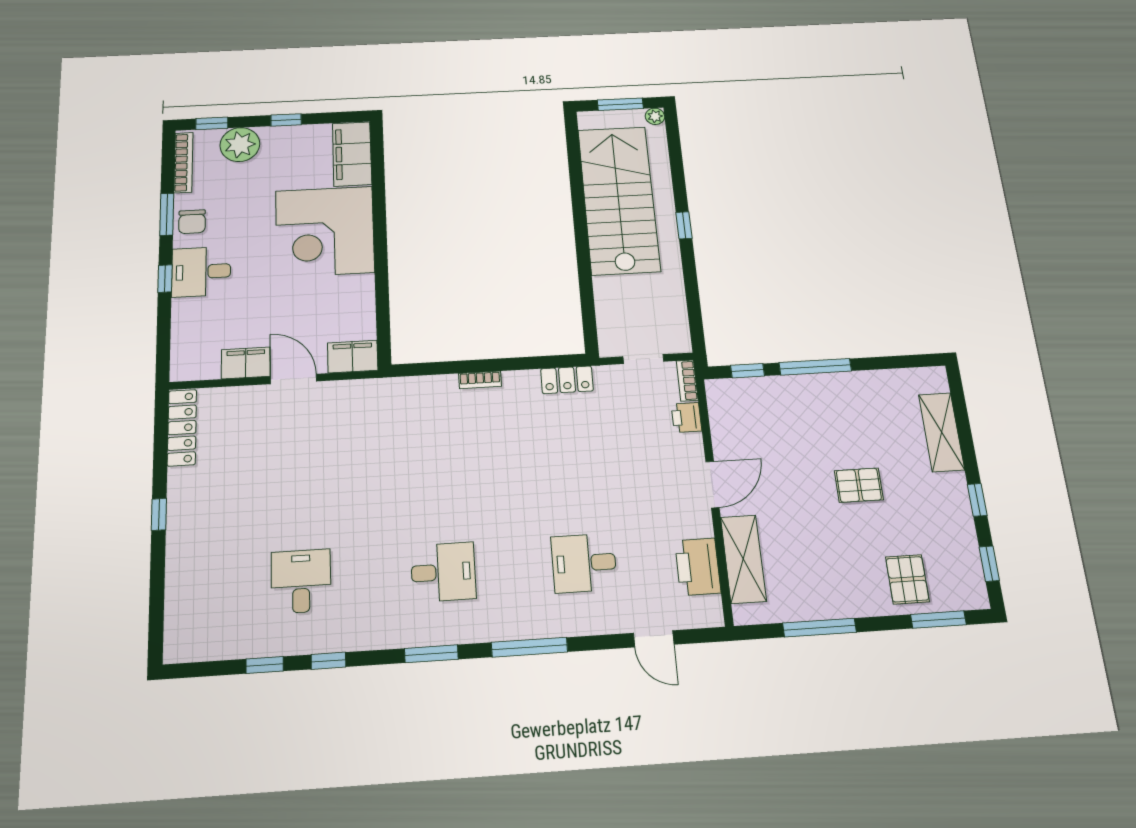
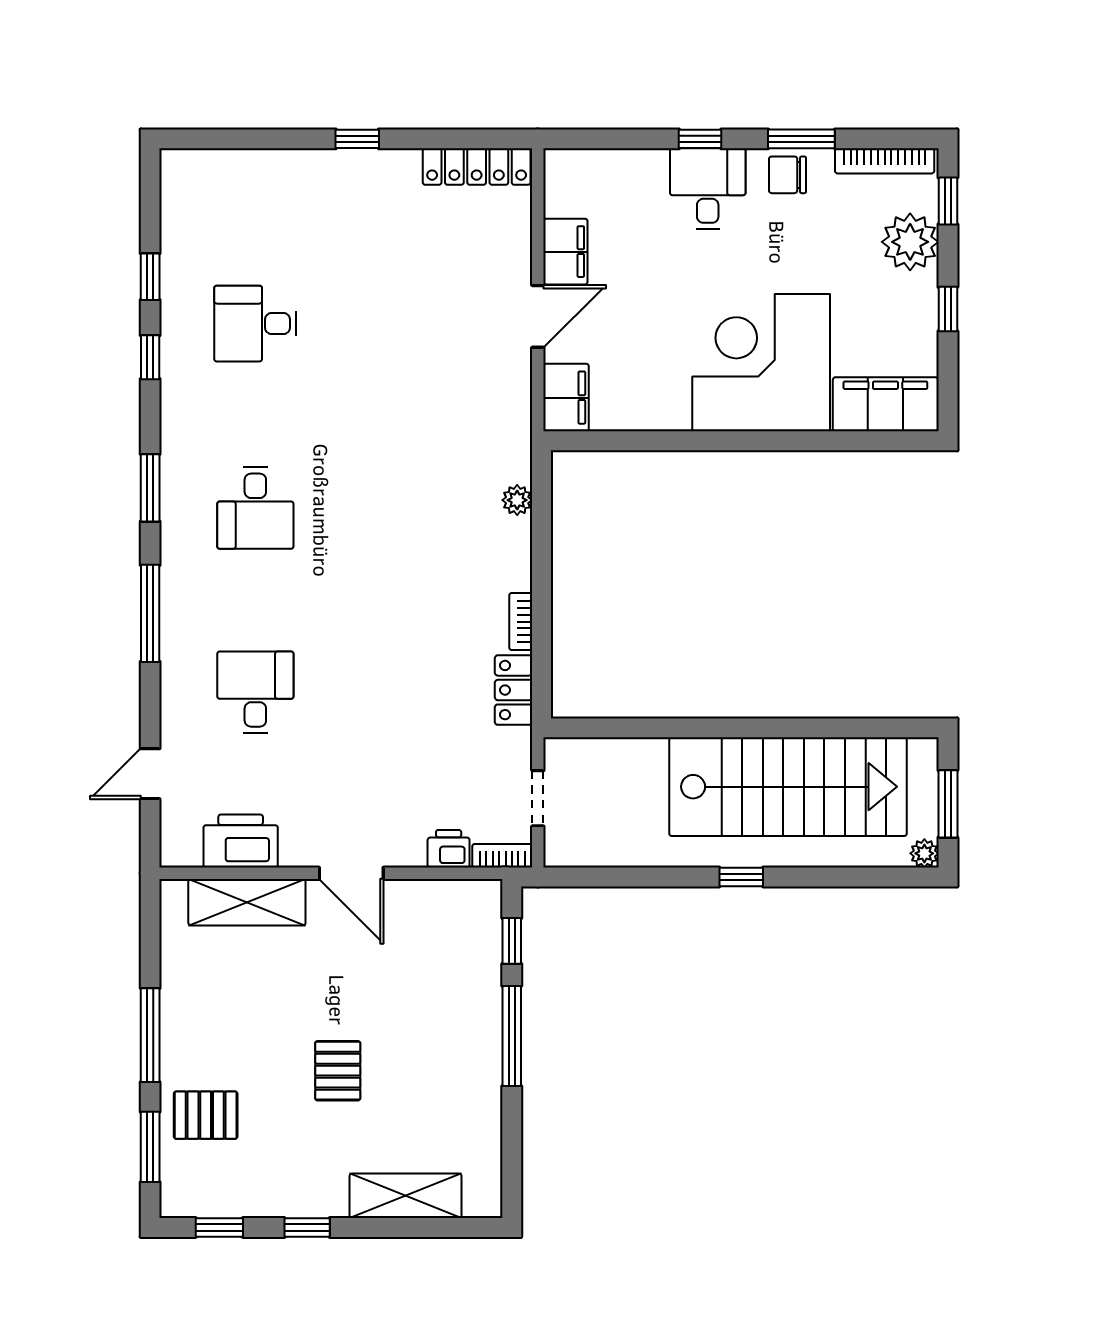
bookcase: (480, 380) -> (521, 622), moved
plant: (429, 385) -> (517, 500), added
desk: (301, 581) -> (255, 324), turned 180
window: (819, 628) -> (150, 1035), moved

